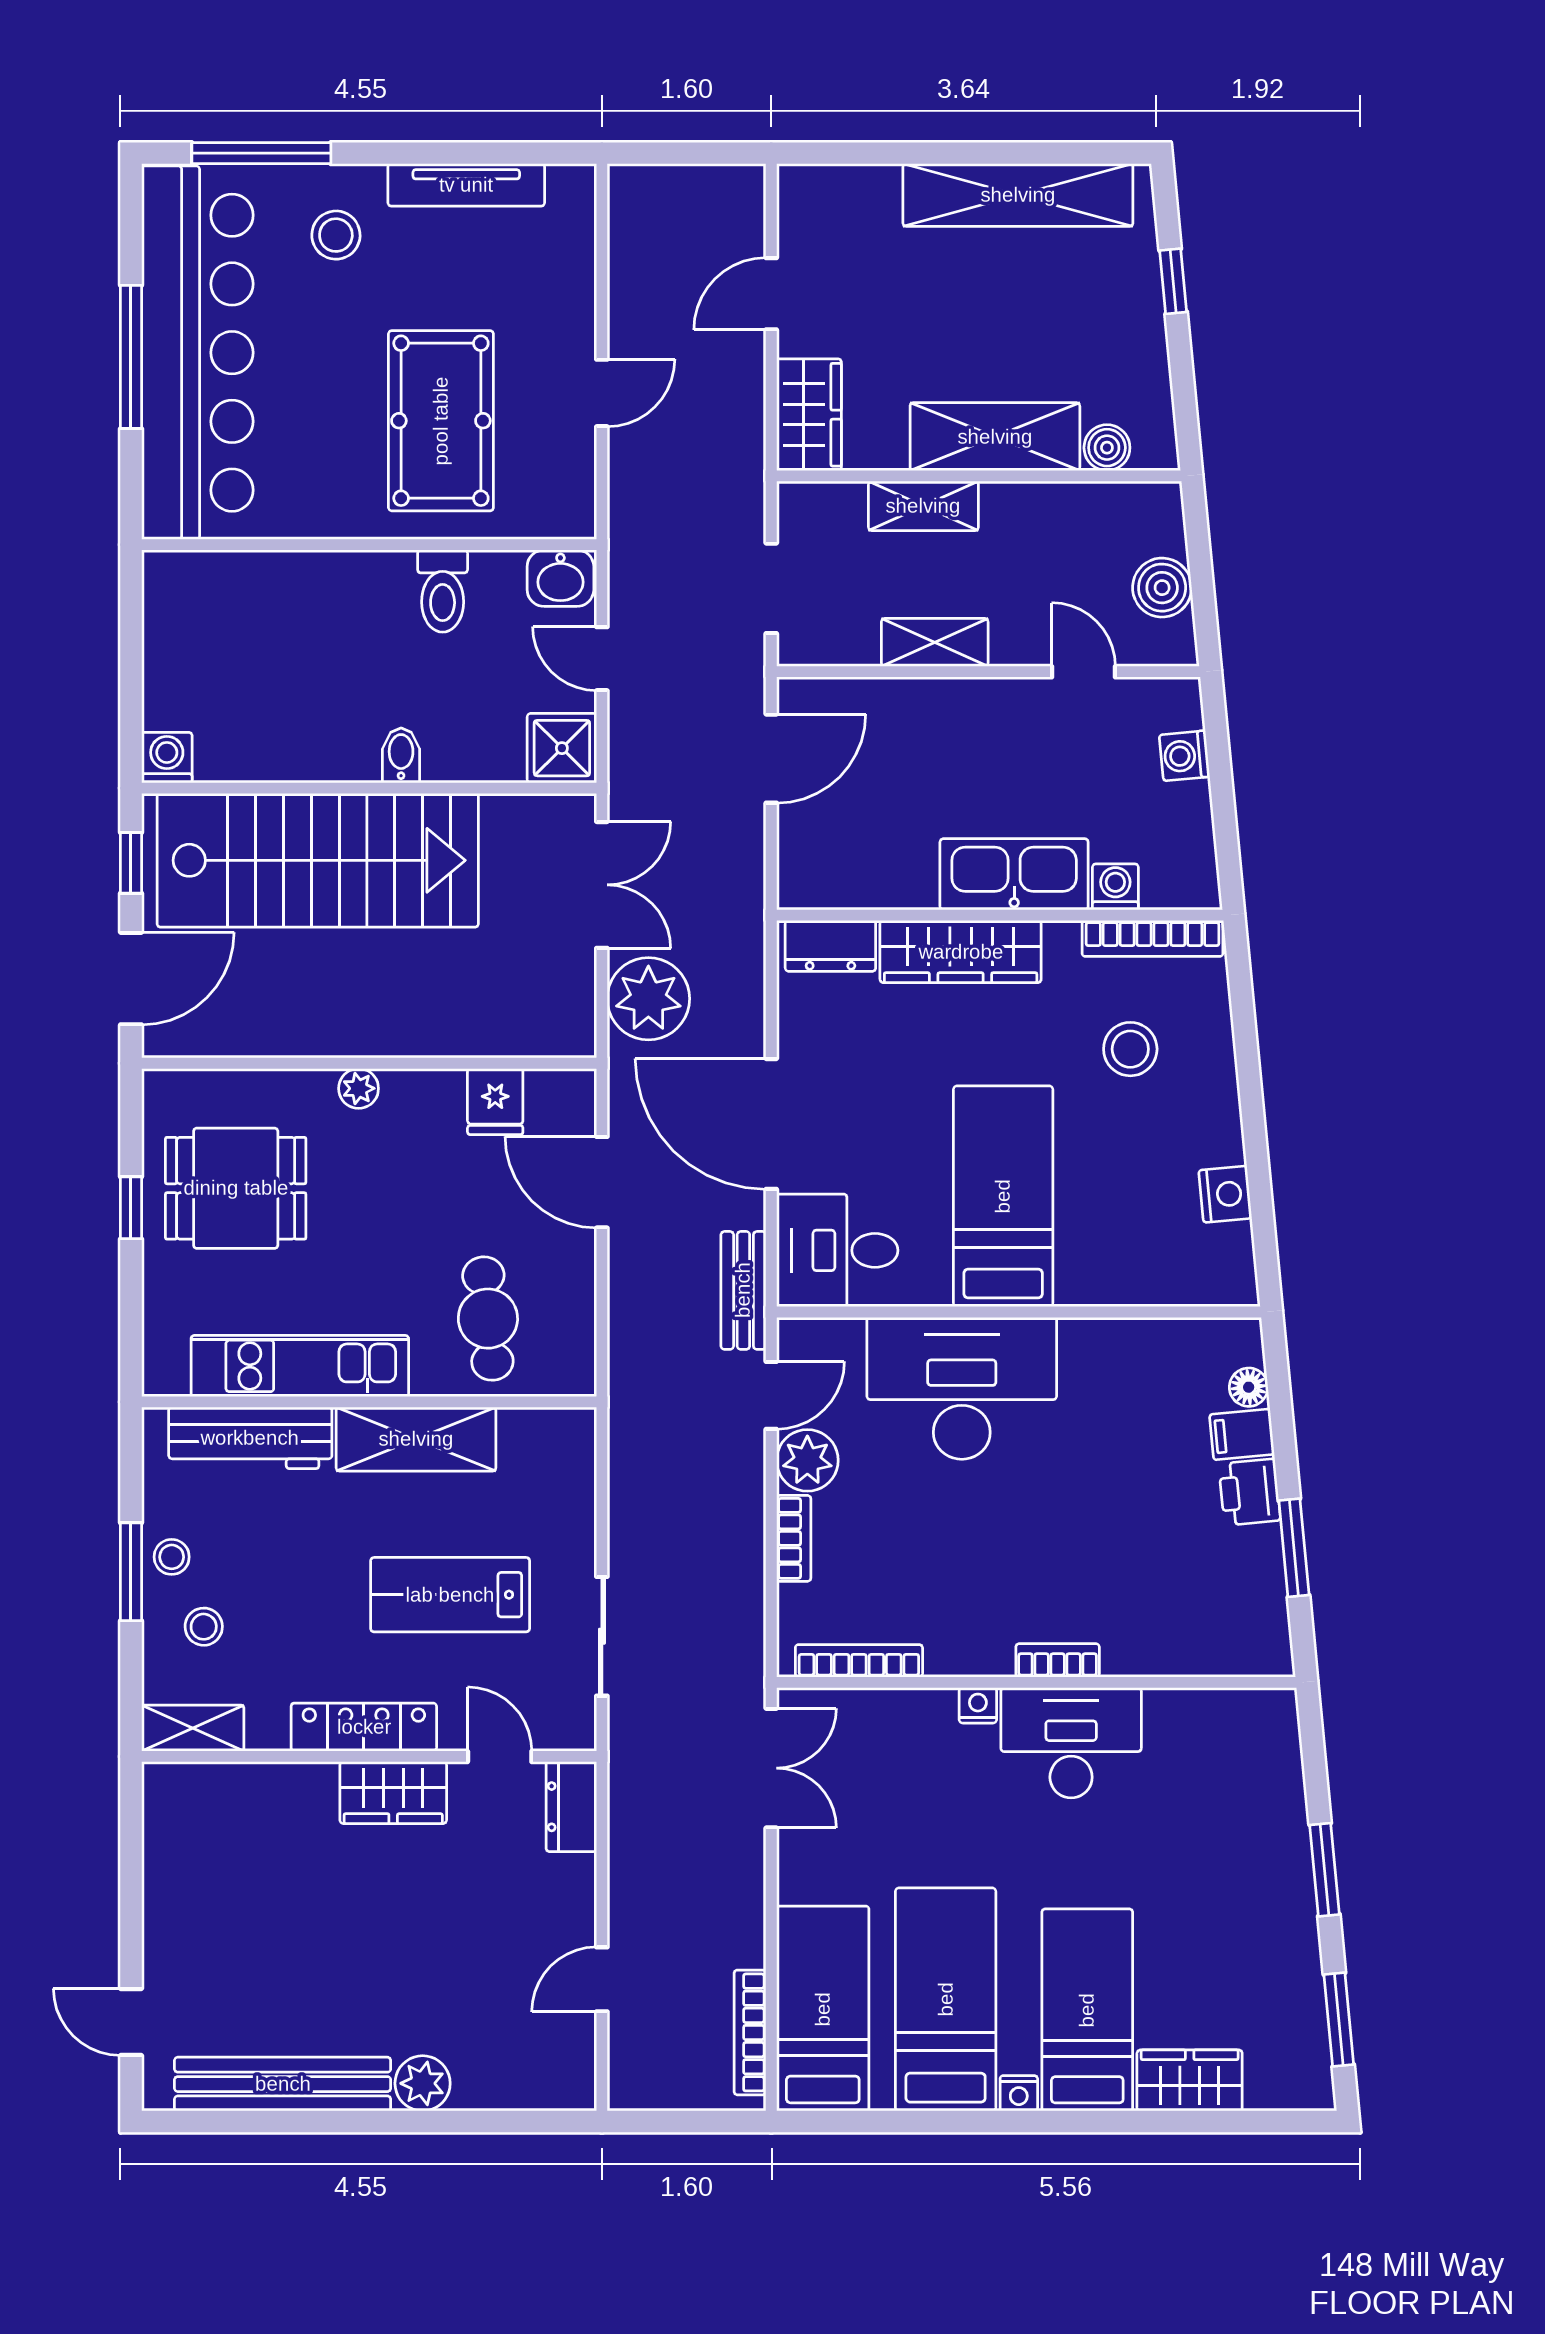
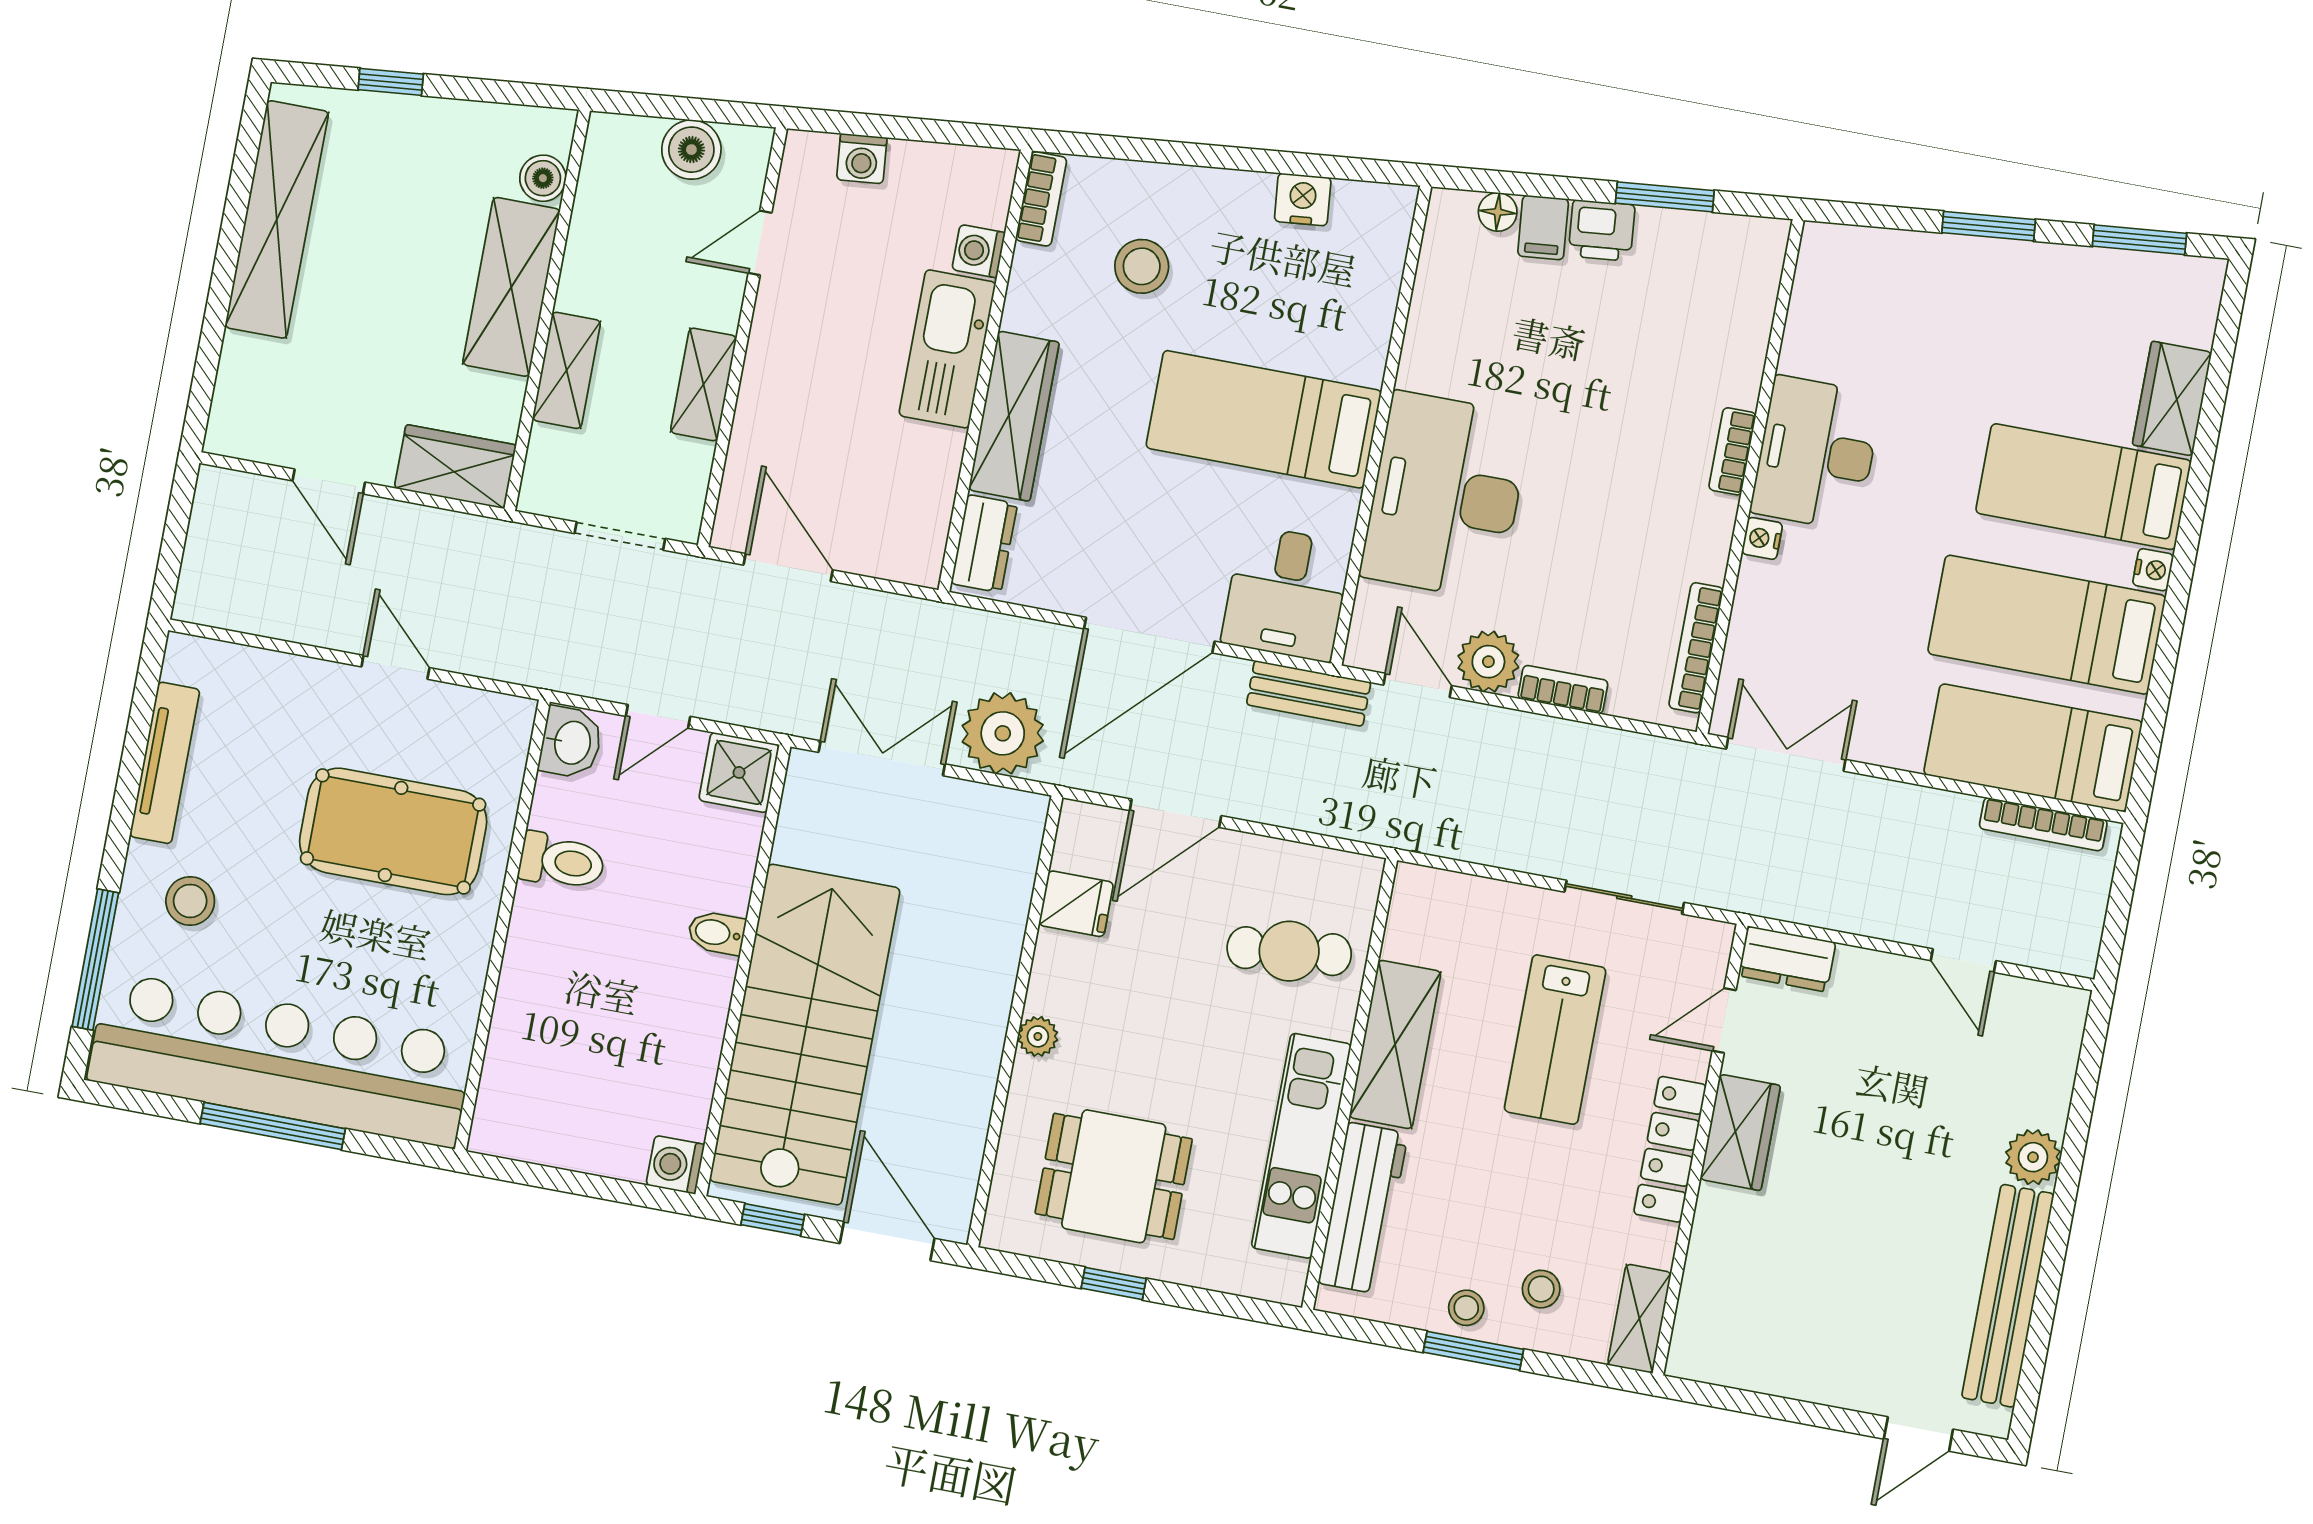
bookcase: (1153, 938) -> (1041, 199), width x0.64
dining table: (236, 1188) -> (1114, 1176), turned 90

